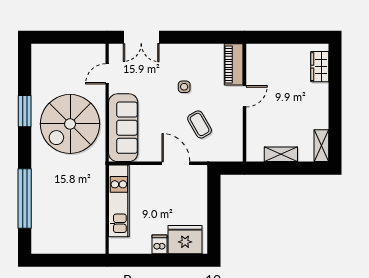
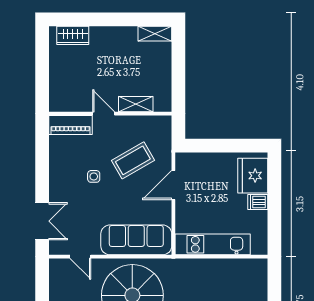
coffee table: (200, 124) -> (133, 160), width x1.36, depth x1.30
shelving: (281, 154) -> (136, 104), moved, turned 90

